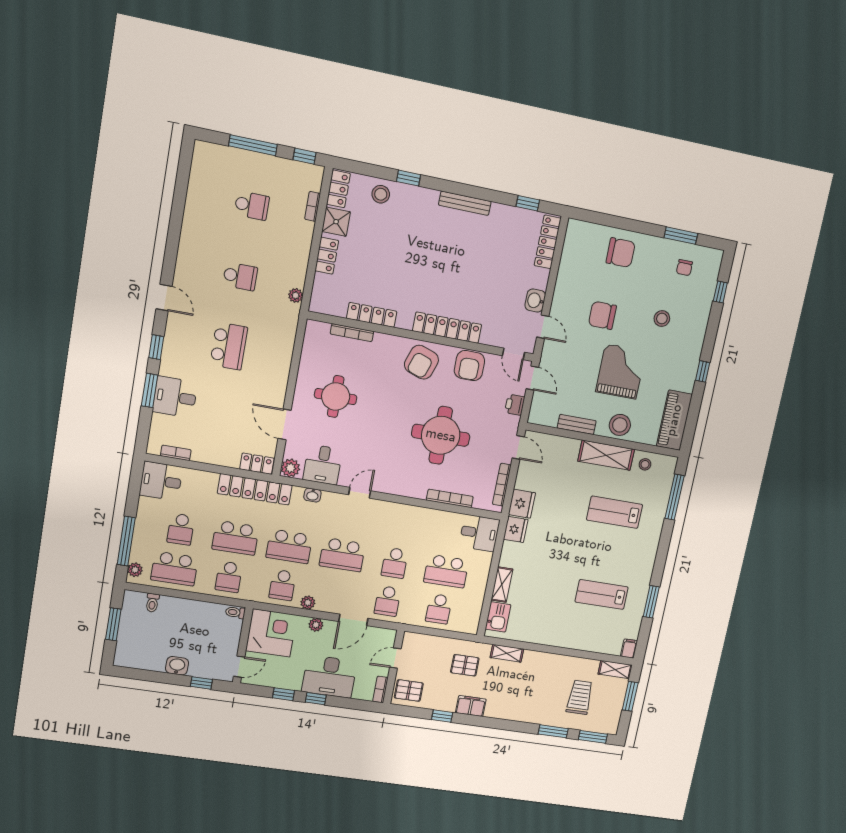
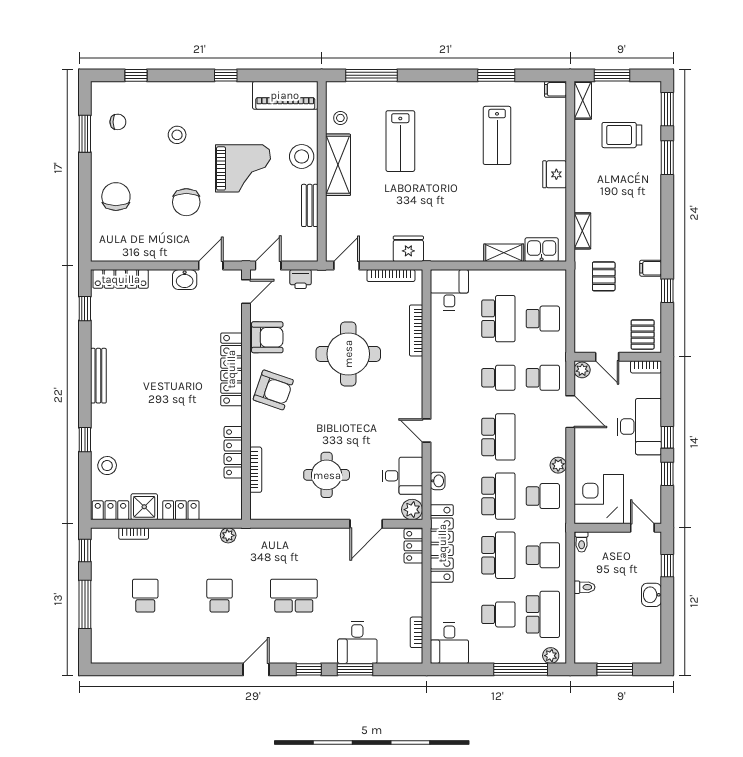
grand piano: (621, 371) -> (243, 168), turned 180
fridge: (516, 529) -> (555, 174), moved, turned -90
toilet: (152, 603) -> (584, 587), moved
plant: (316, 625) -> (582, 370), moved
filing cabinet: (471, 706) -> (651, 268), width x0.50

